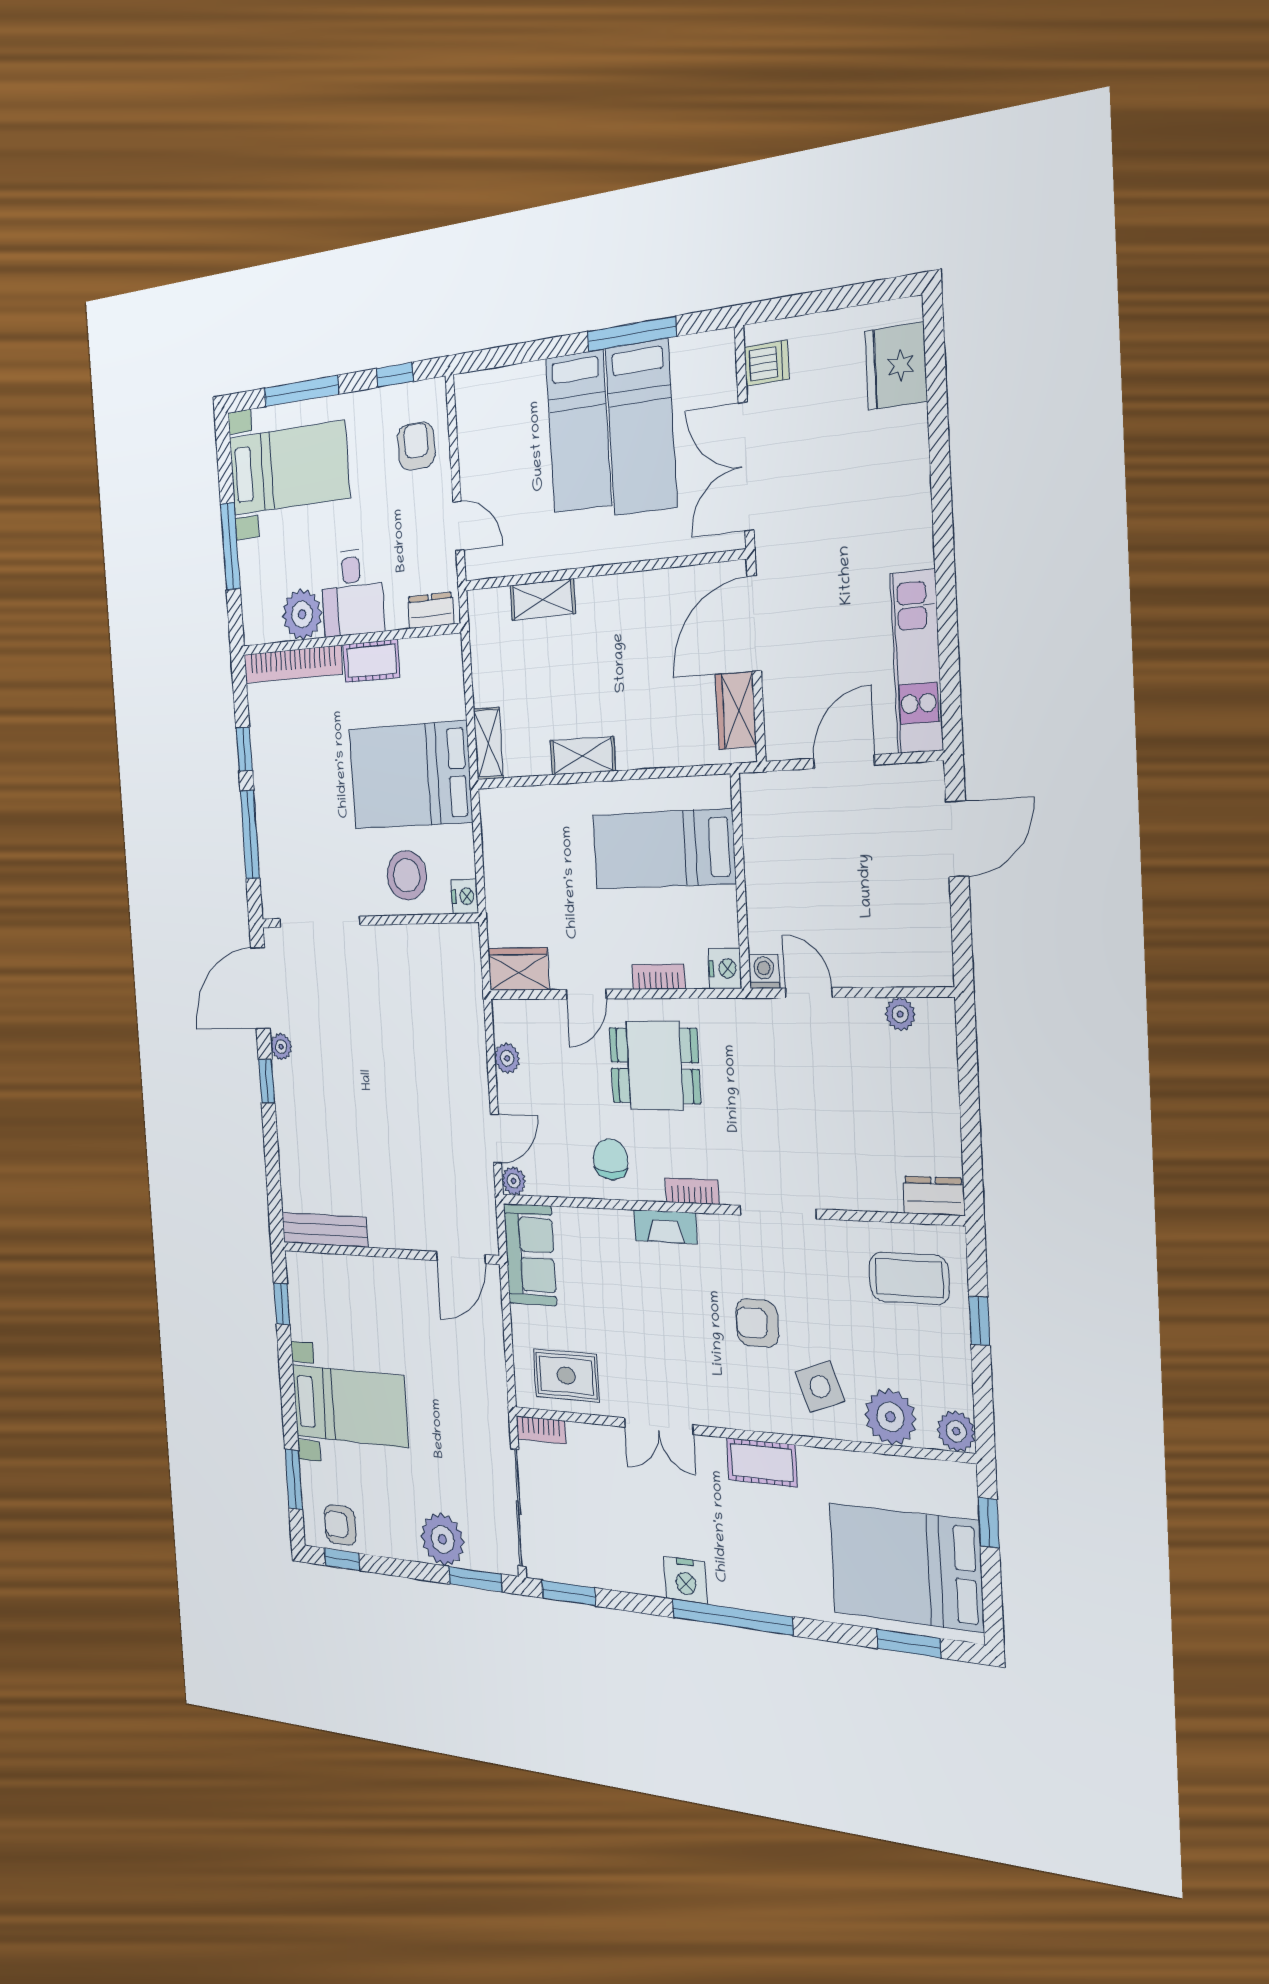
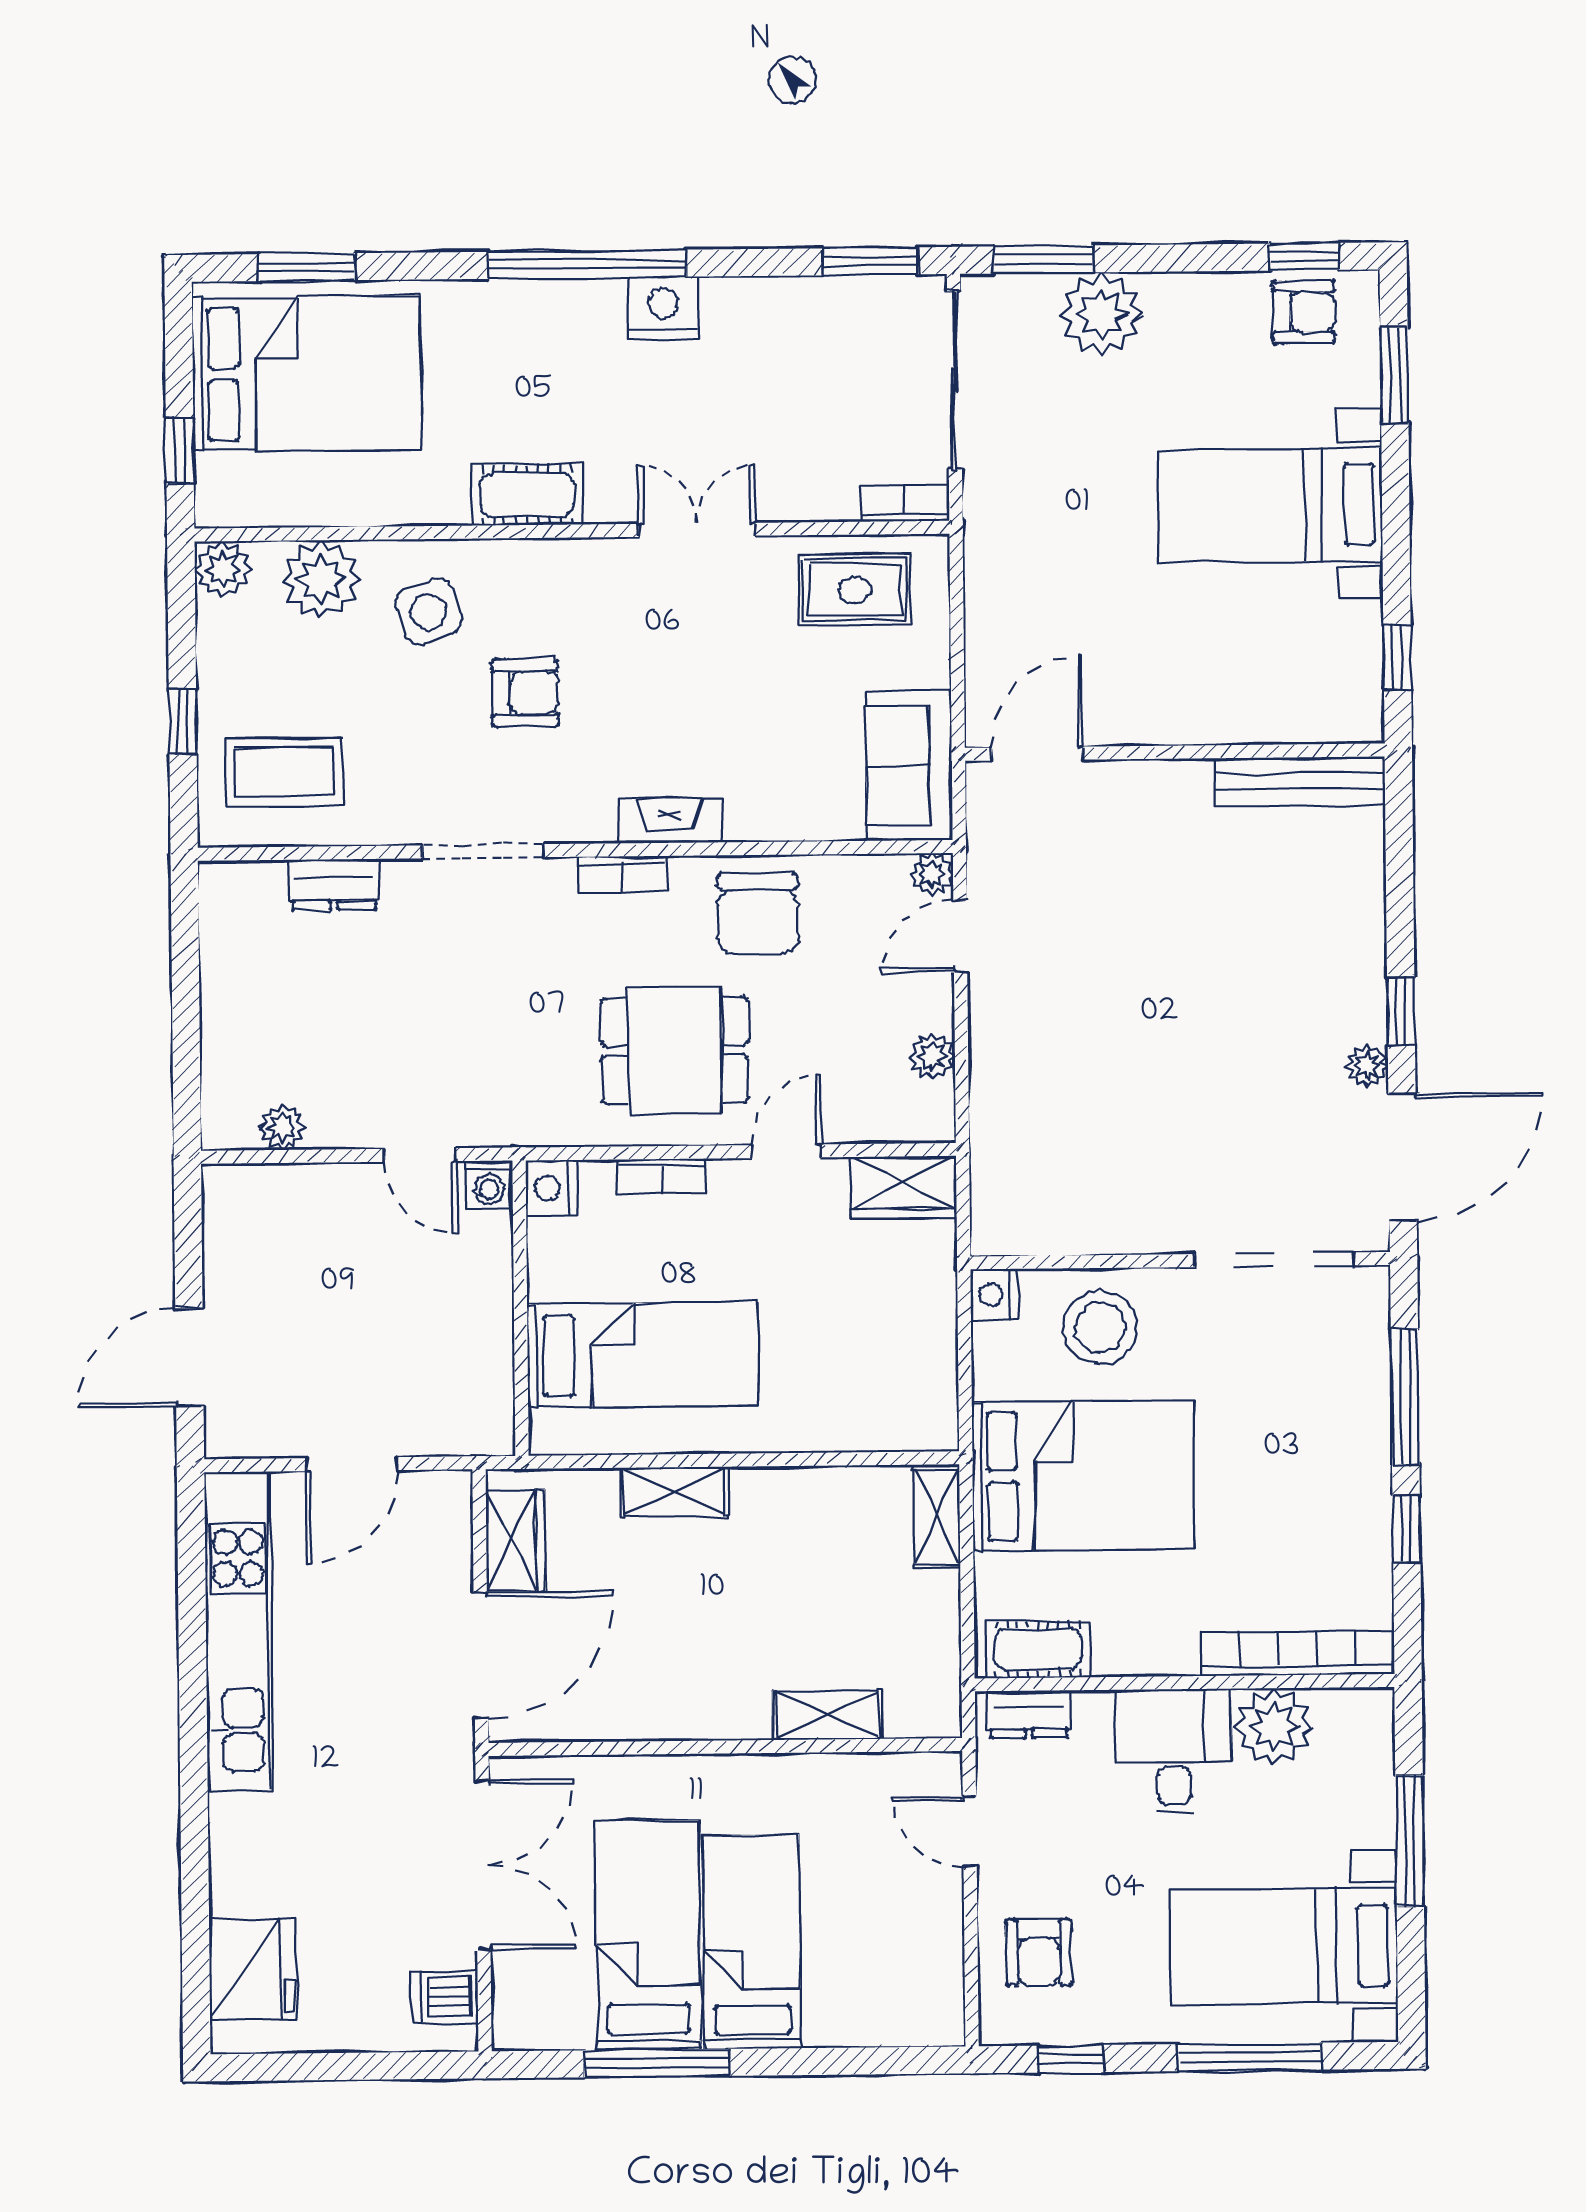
cot: (371, 661) -> (1038, 1649), moved
kitchen unit: (917, 662) -> (239, 1631), width x1.36
shelving: (583, 756) -> (674, 1492), moved
chair: (611, 1159) -> (758, 914), width x1.37, depth x1.37
dresser: (934, 1196) -> (334, 885), moved

